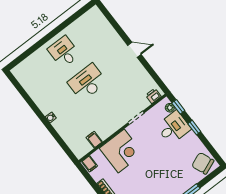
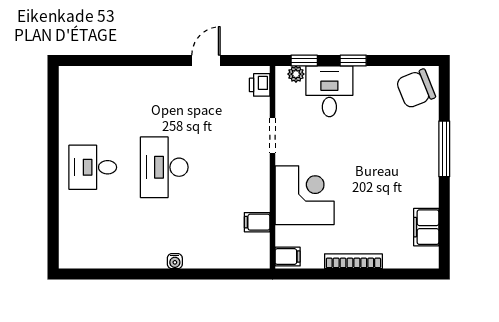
door: (134, 50) -> (206, 60), moved

